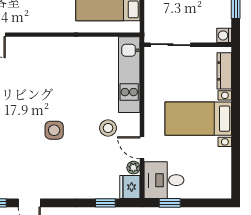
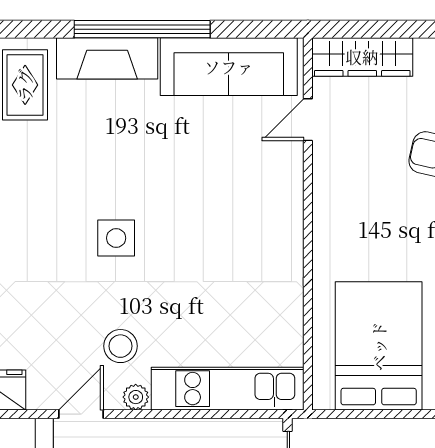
plant: (133, 168) -> (136, 397), moved

